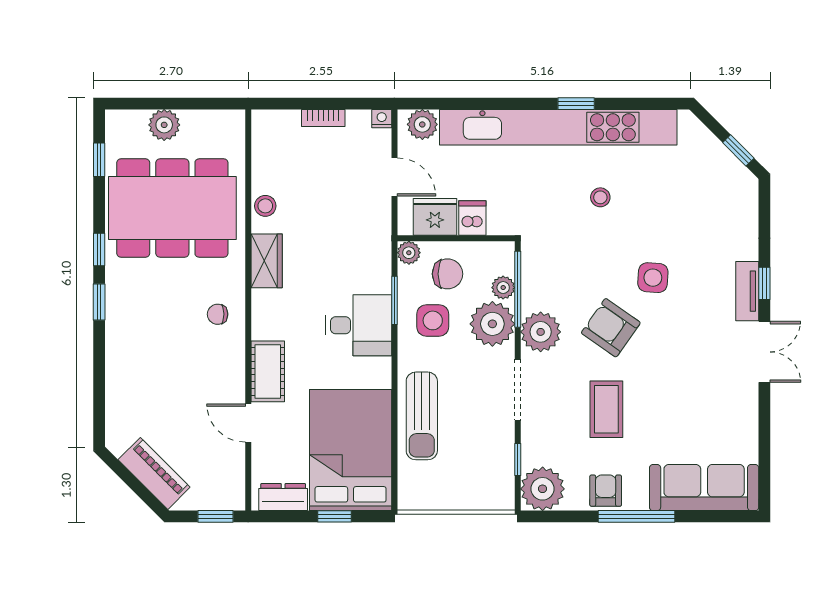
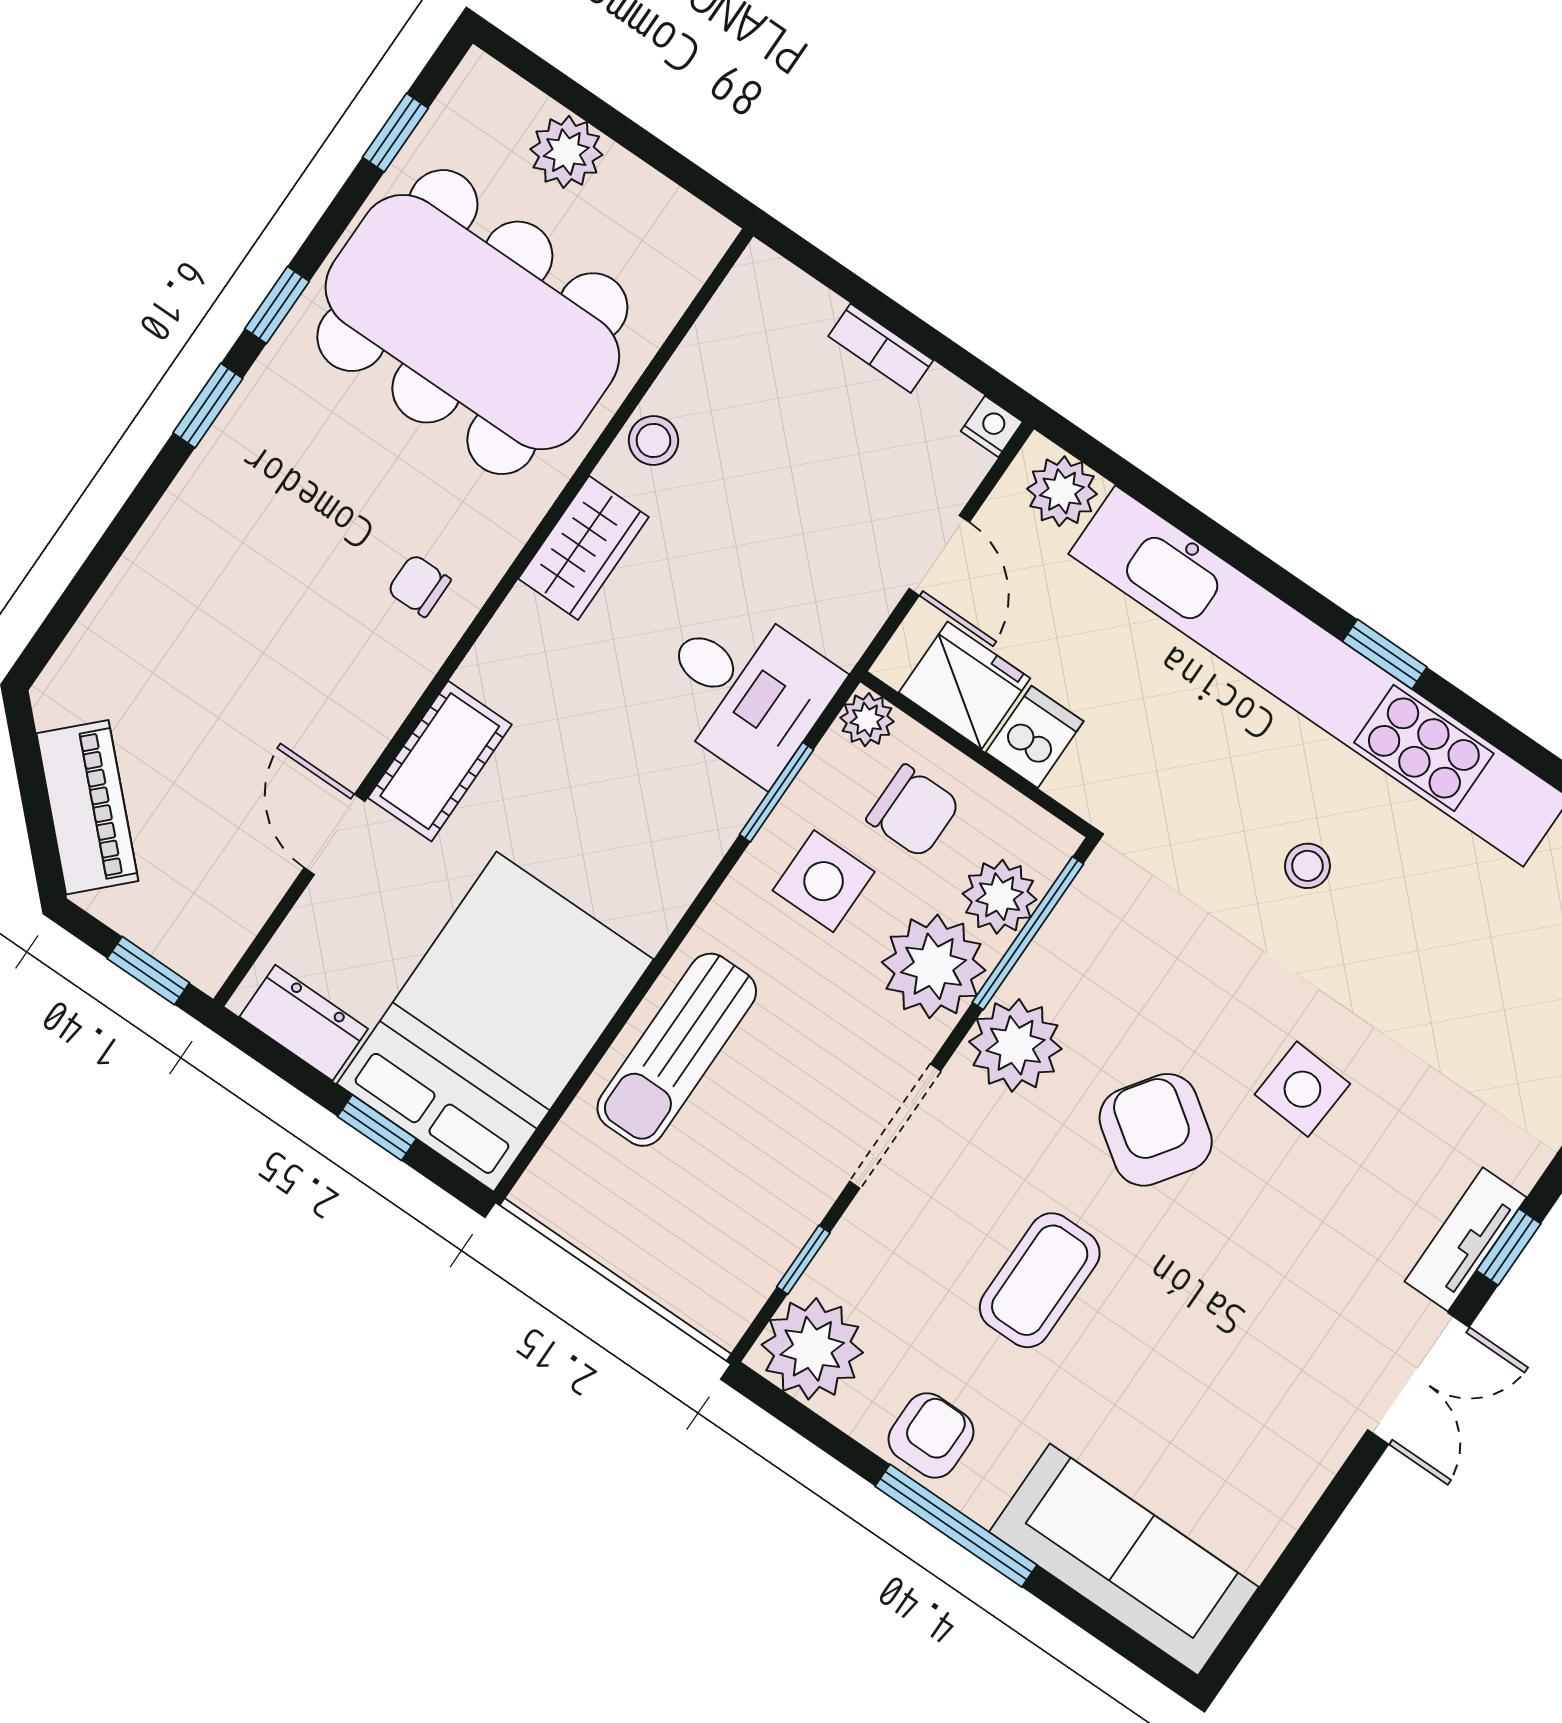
plant: (503, 288) -> (1000, 897), width x1.38, depth x1.38
desk: (358, 325) -> (745, 690), moved

